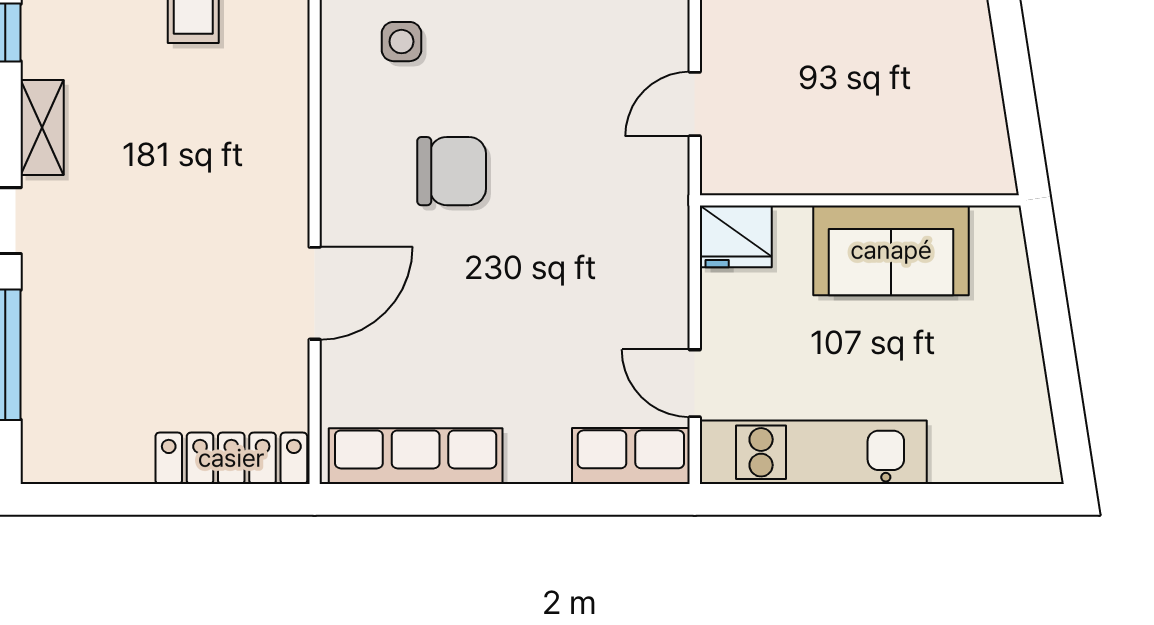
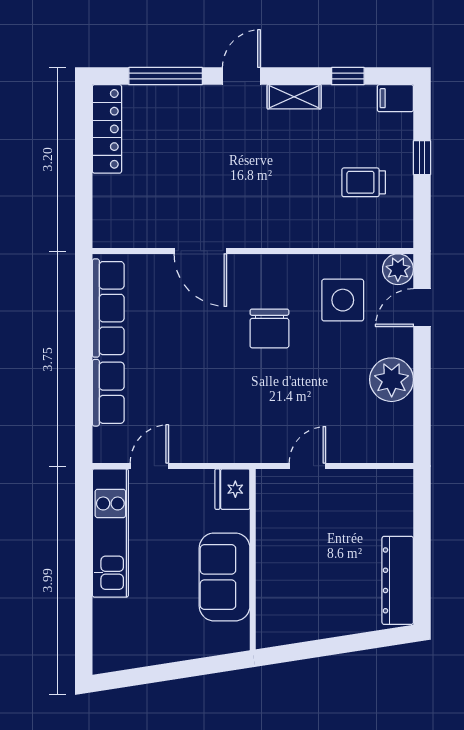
side table: (401, 42) -> (343, 300), width x1.87, depth x1.87
door: (695, 104) -> (307, 466), hinge flipped
row of seats: (631, 456) -> (108, 393), moved
locker: (231, 458) -> (107, 129), moved

